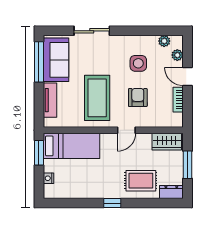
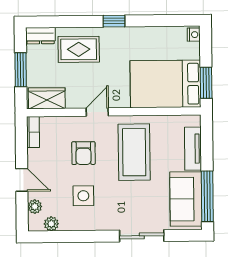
bookcase: (178, 100) -> (33, 132), moved
bed: (72, 146) -> (165, 84), width x1.50
nightstand: (49, 178) -> (194, 35), moved

